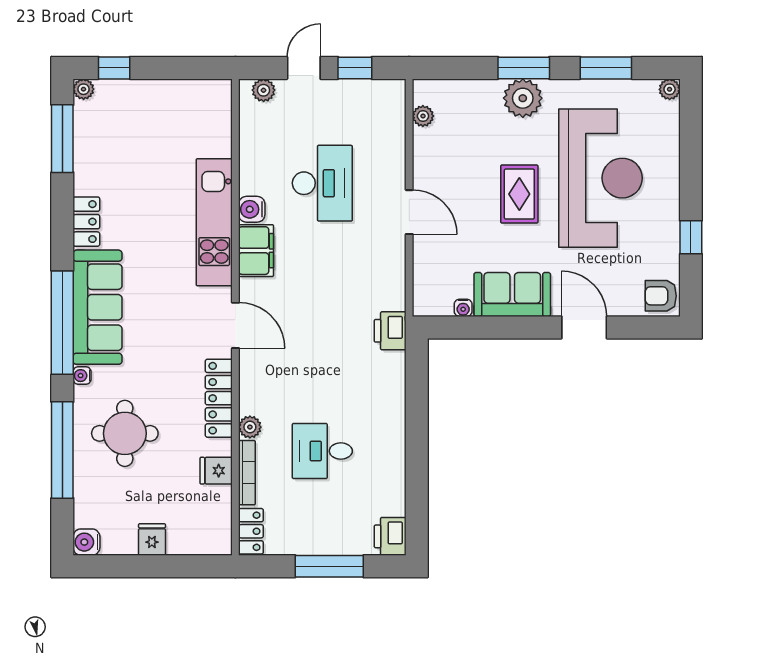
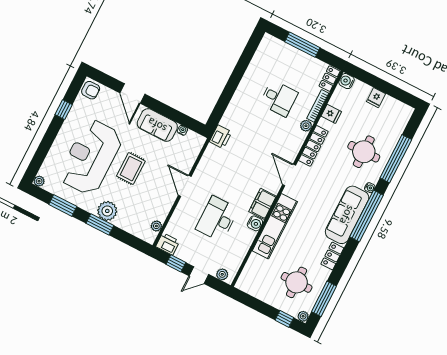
round table: (125, 143) -> (297, 282), added
printer: (390, 536) -> (168, 244), moved, turned -90
water cooler: (86, 542) -> (347, 81), moved, turned 180

